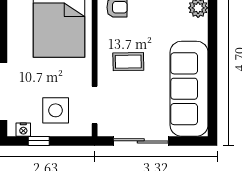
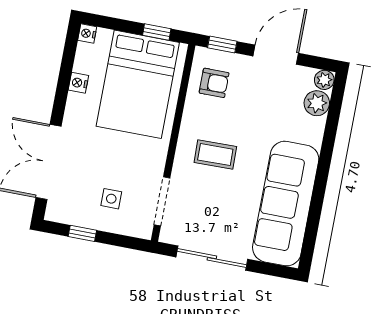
side table: (56, 110) -> (111, 199), width x0.54, depth x0.54
nightstand: (23, 130) -> (78, 83), moved, turned 90

